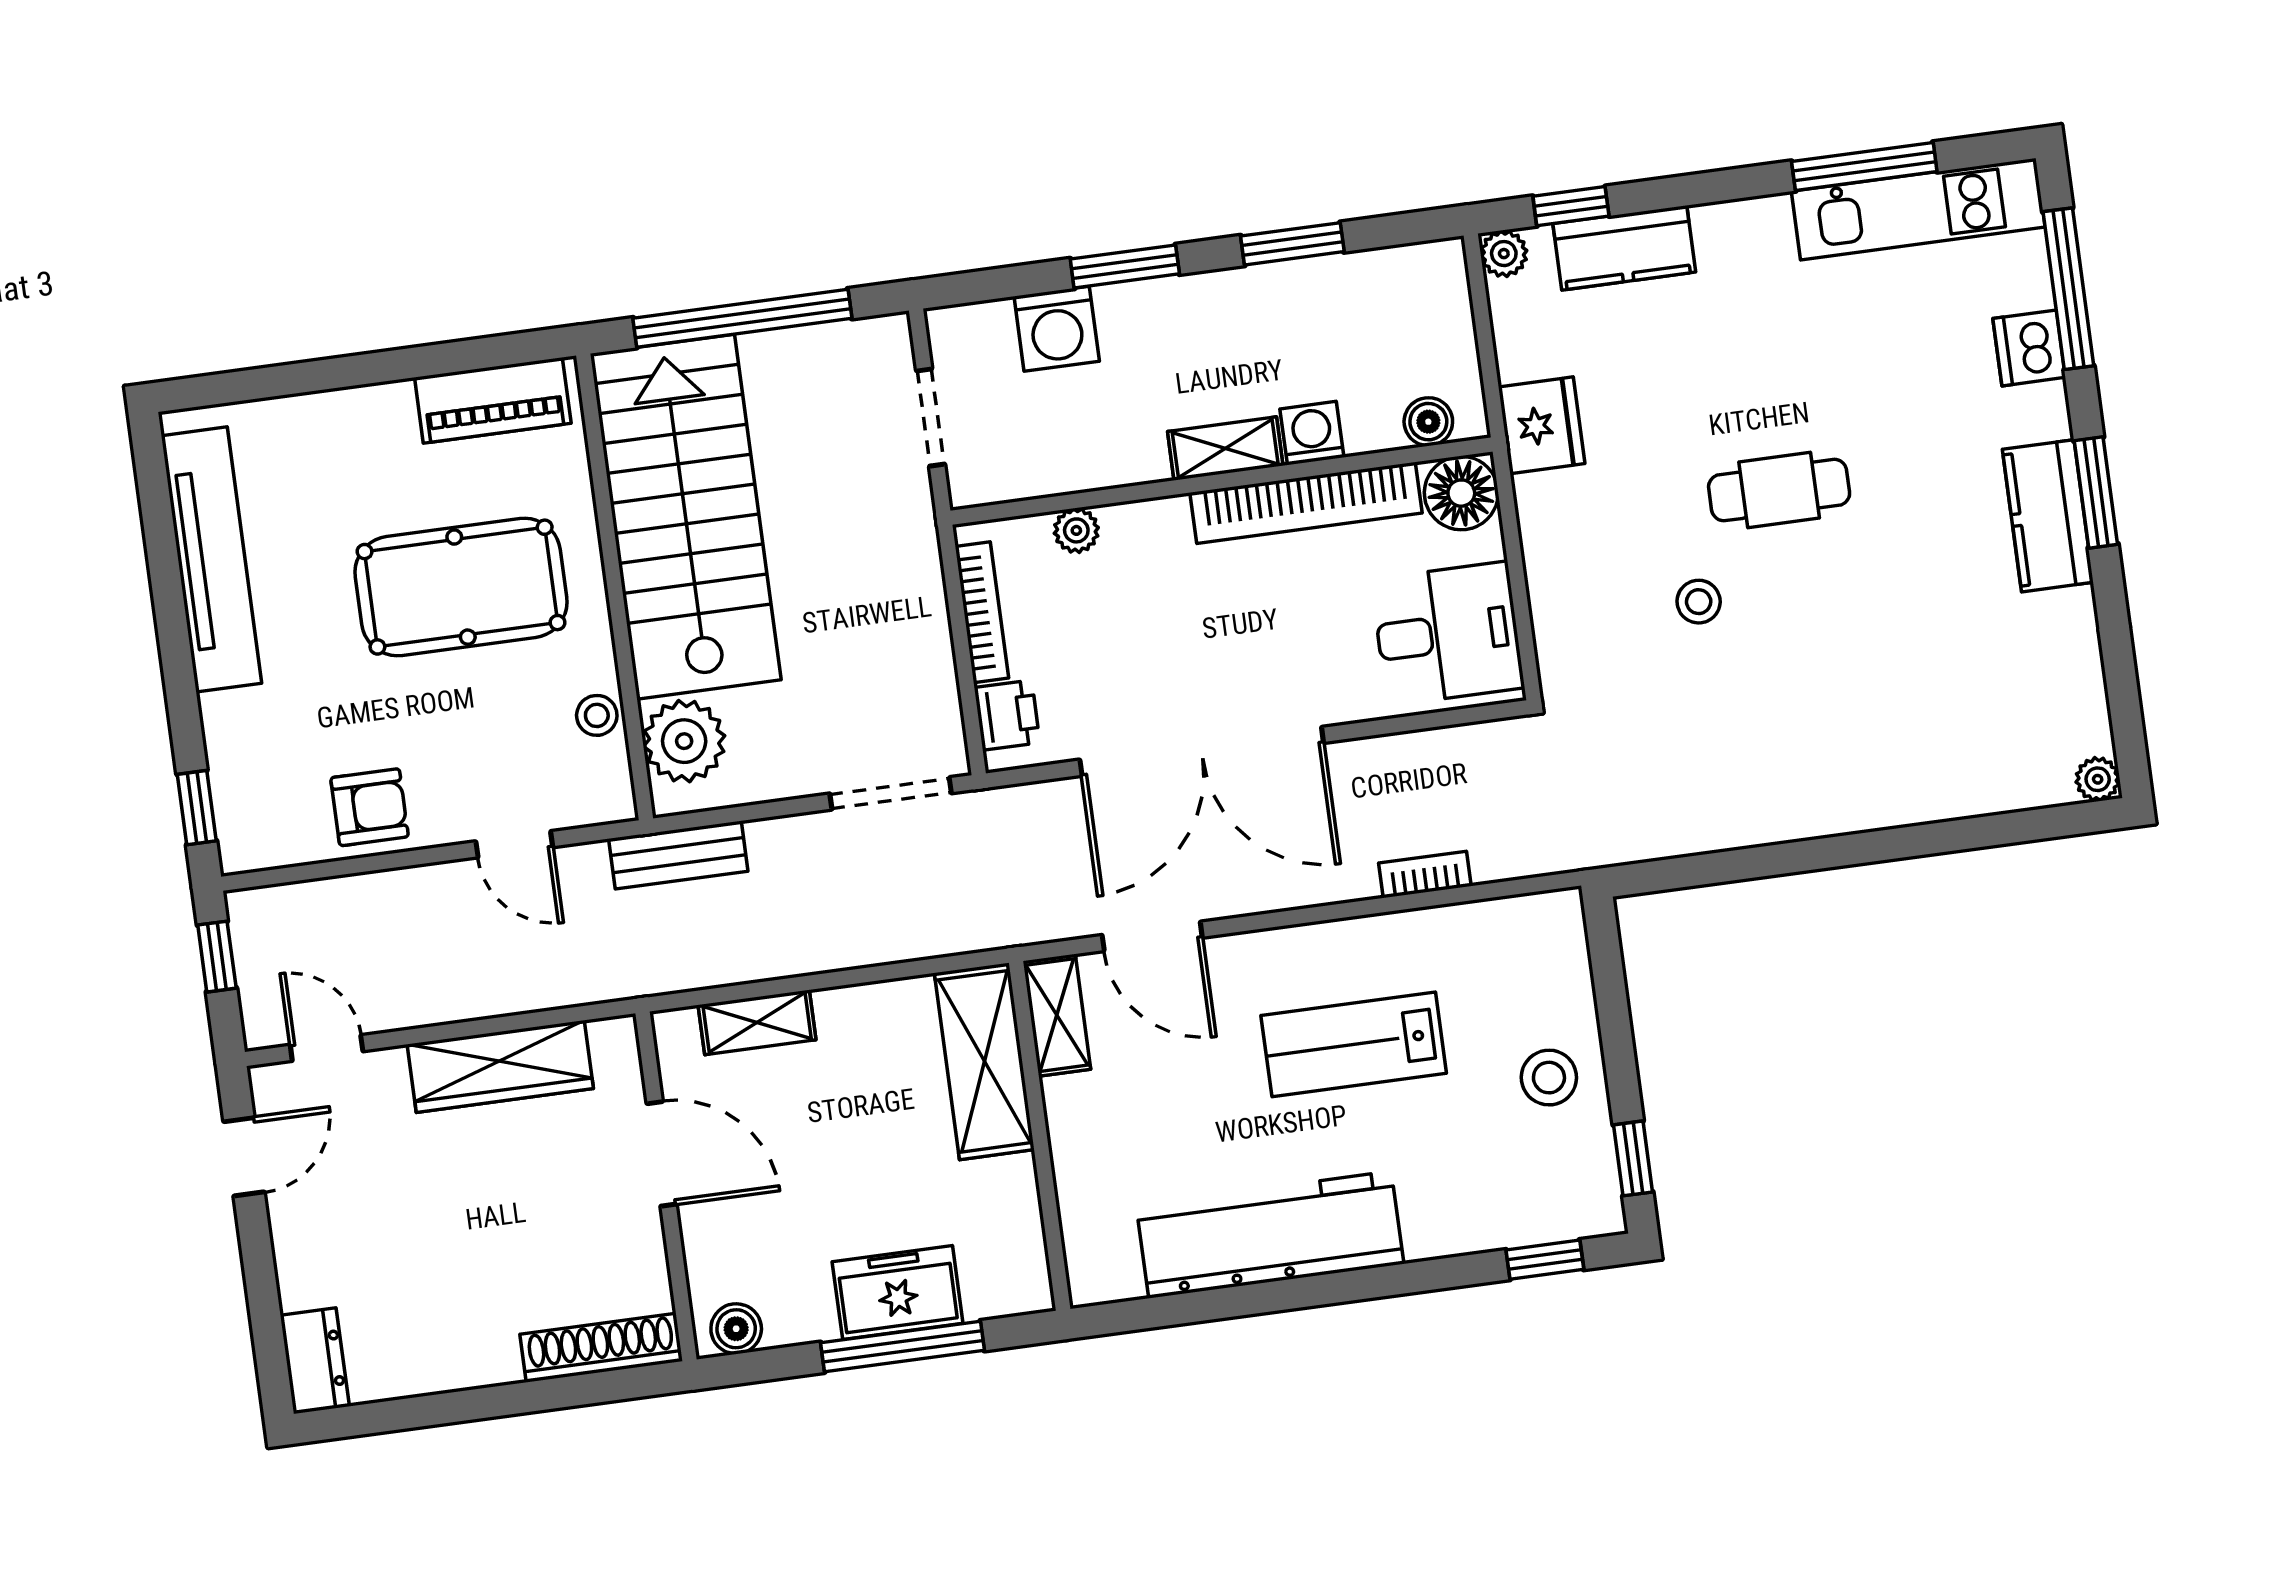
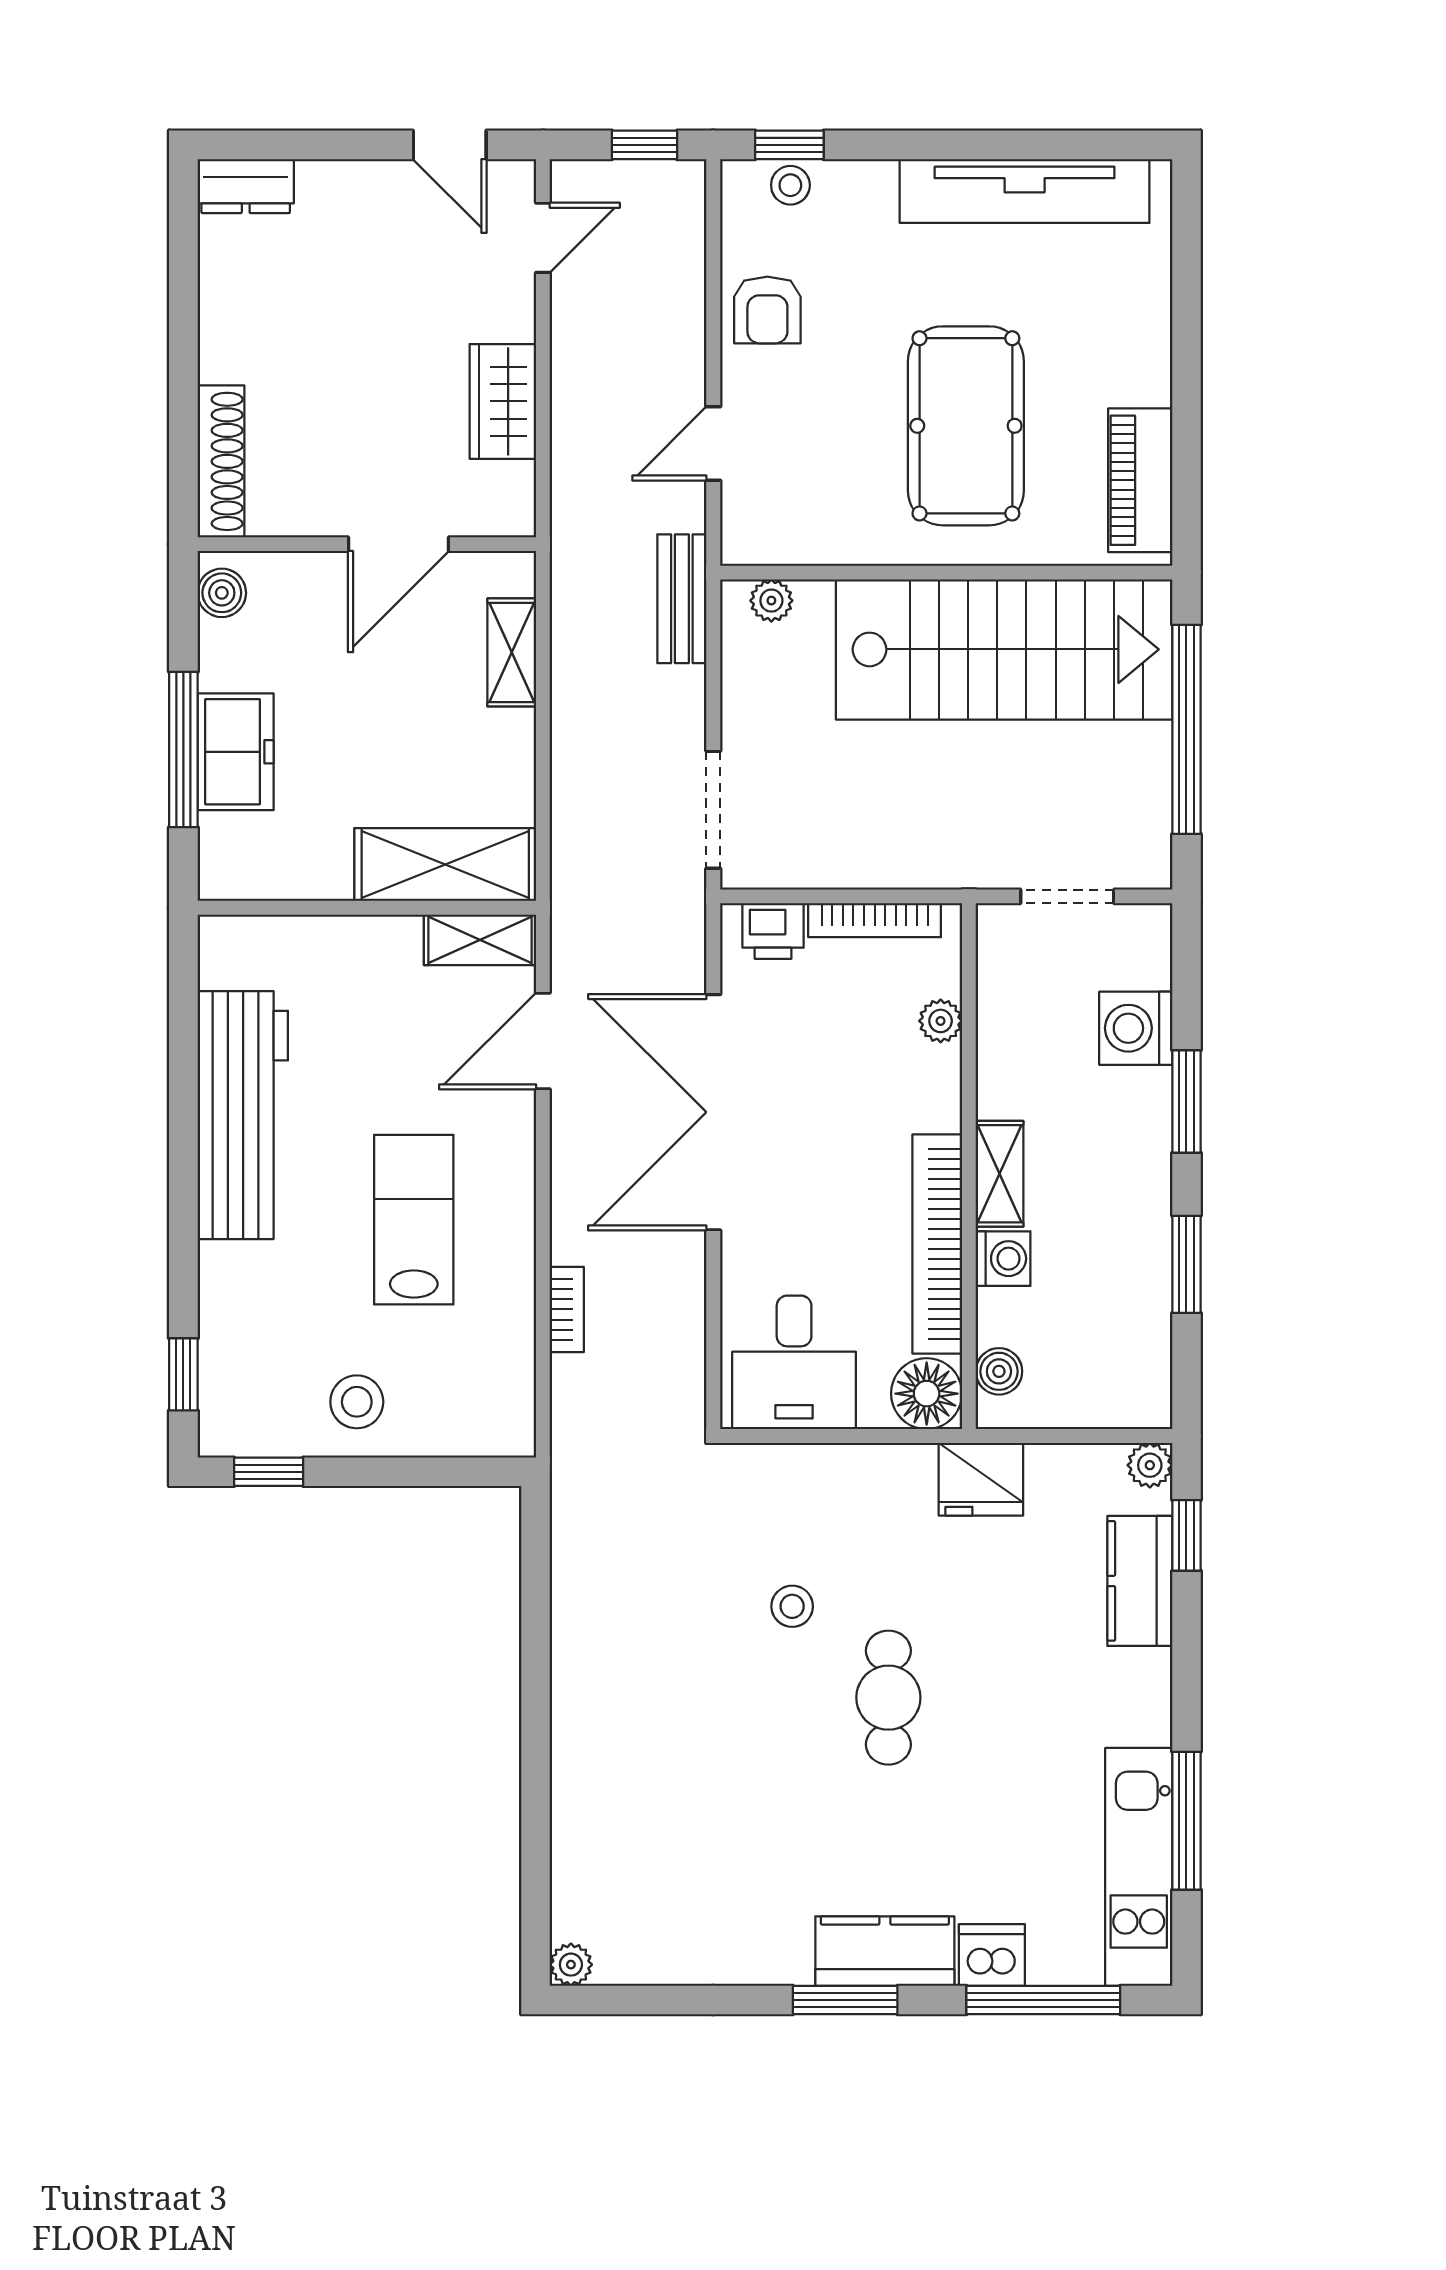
kitchen counter: (2048, 516) -> (885, 1951), moved
stool: (597, 715) -> (790, 185), moved
plant: (684, 741) -> (771, 601), width x0.53, depth x0.53
wardrobe: (500, 1066) -> (503, 401), width x0.67

